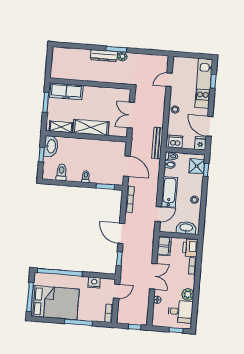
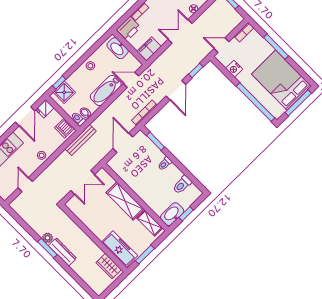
wardrobe: (64, 73) -> (109, 266), added
door: (169, 80) -> (25, 185), swing flipped

